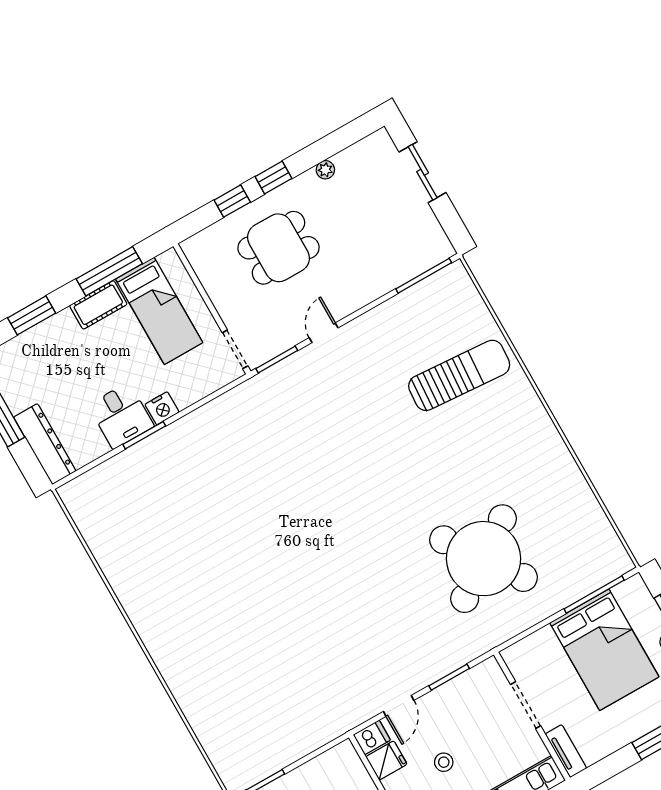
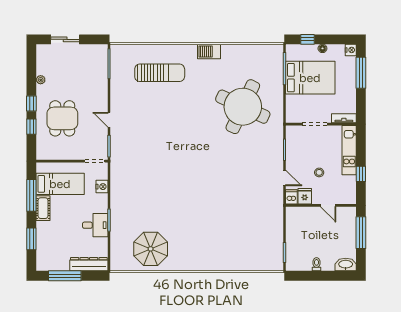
sun lounger: (459, 375) -> (160, 73), turned 86
nightstand: (162, 408) -> (102, 187), moved
barbecue: (548, 442) -> (209, 51), added
parasol: (135, 539) -> (151, 249), added
round table: (483, 559) -> (243, 107), turned -30

